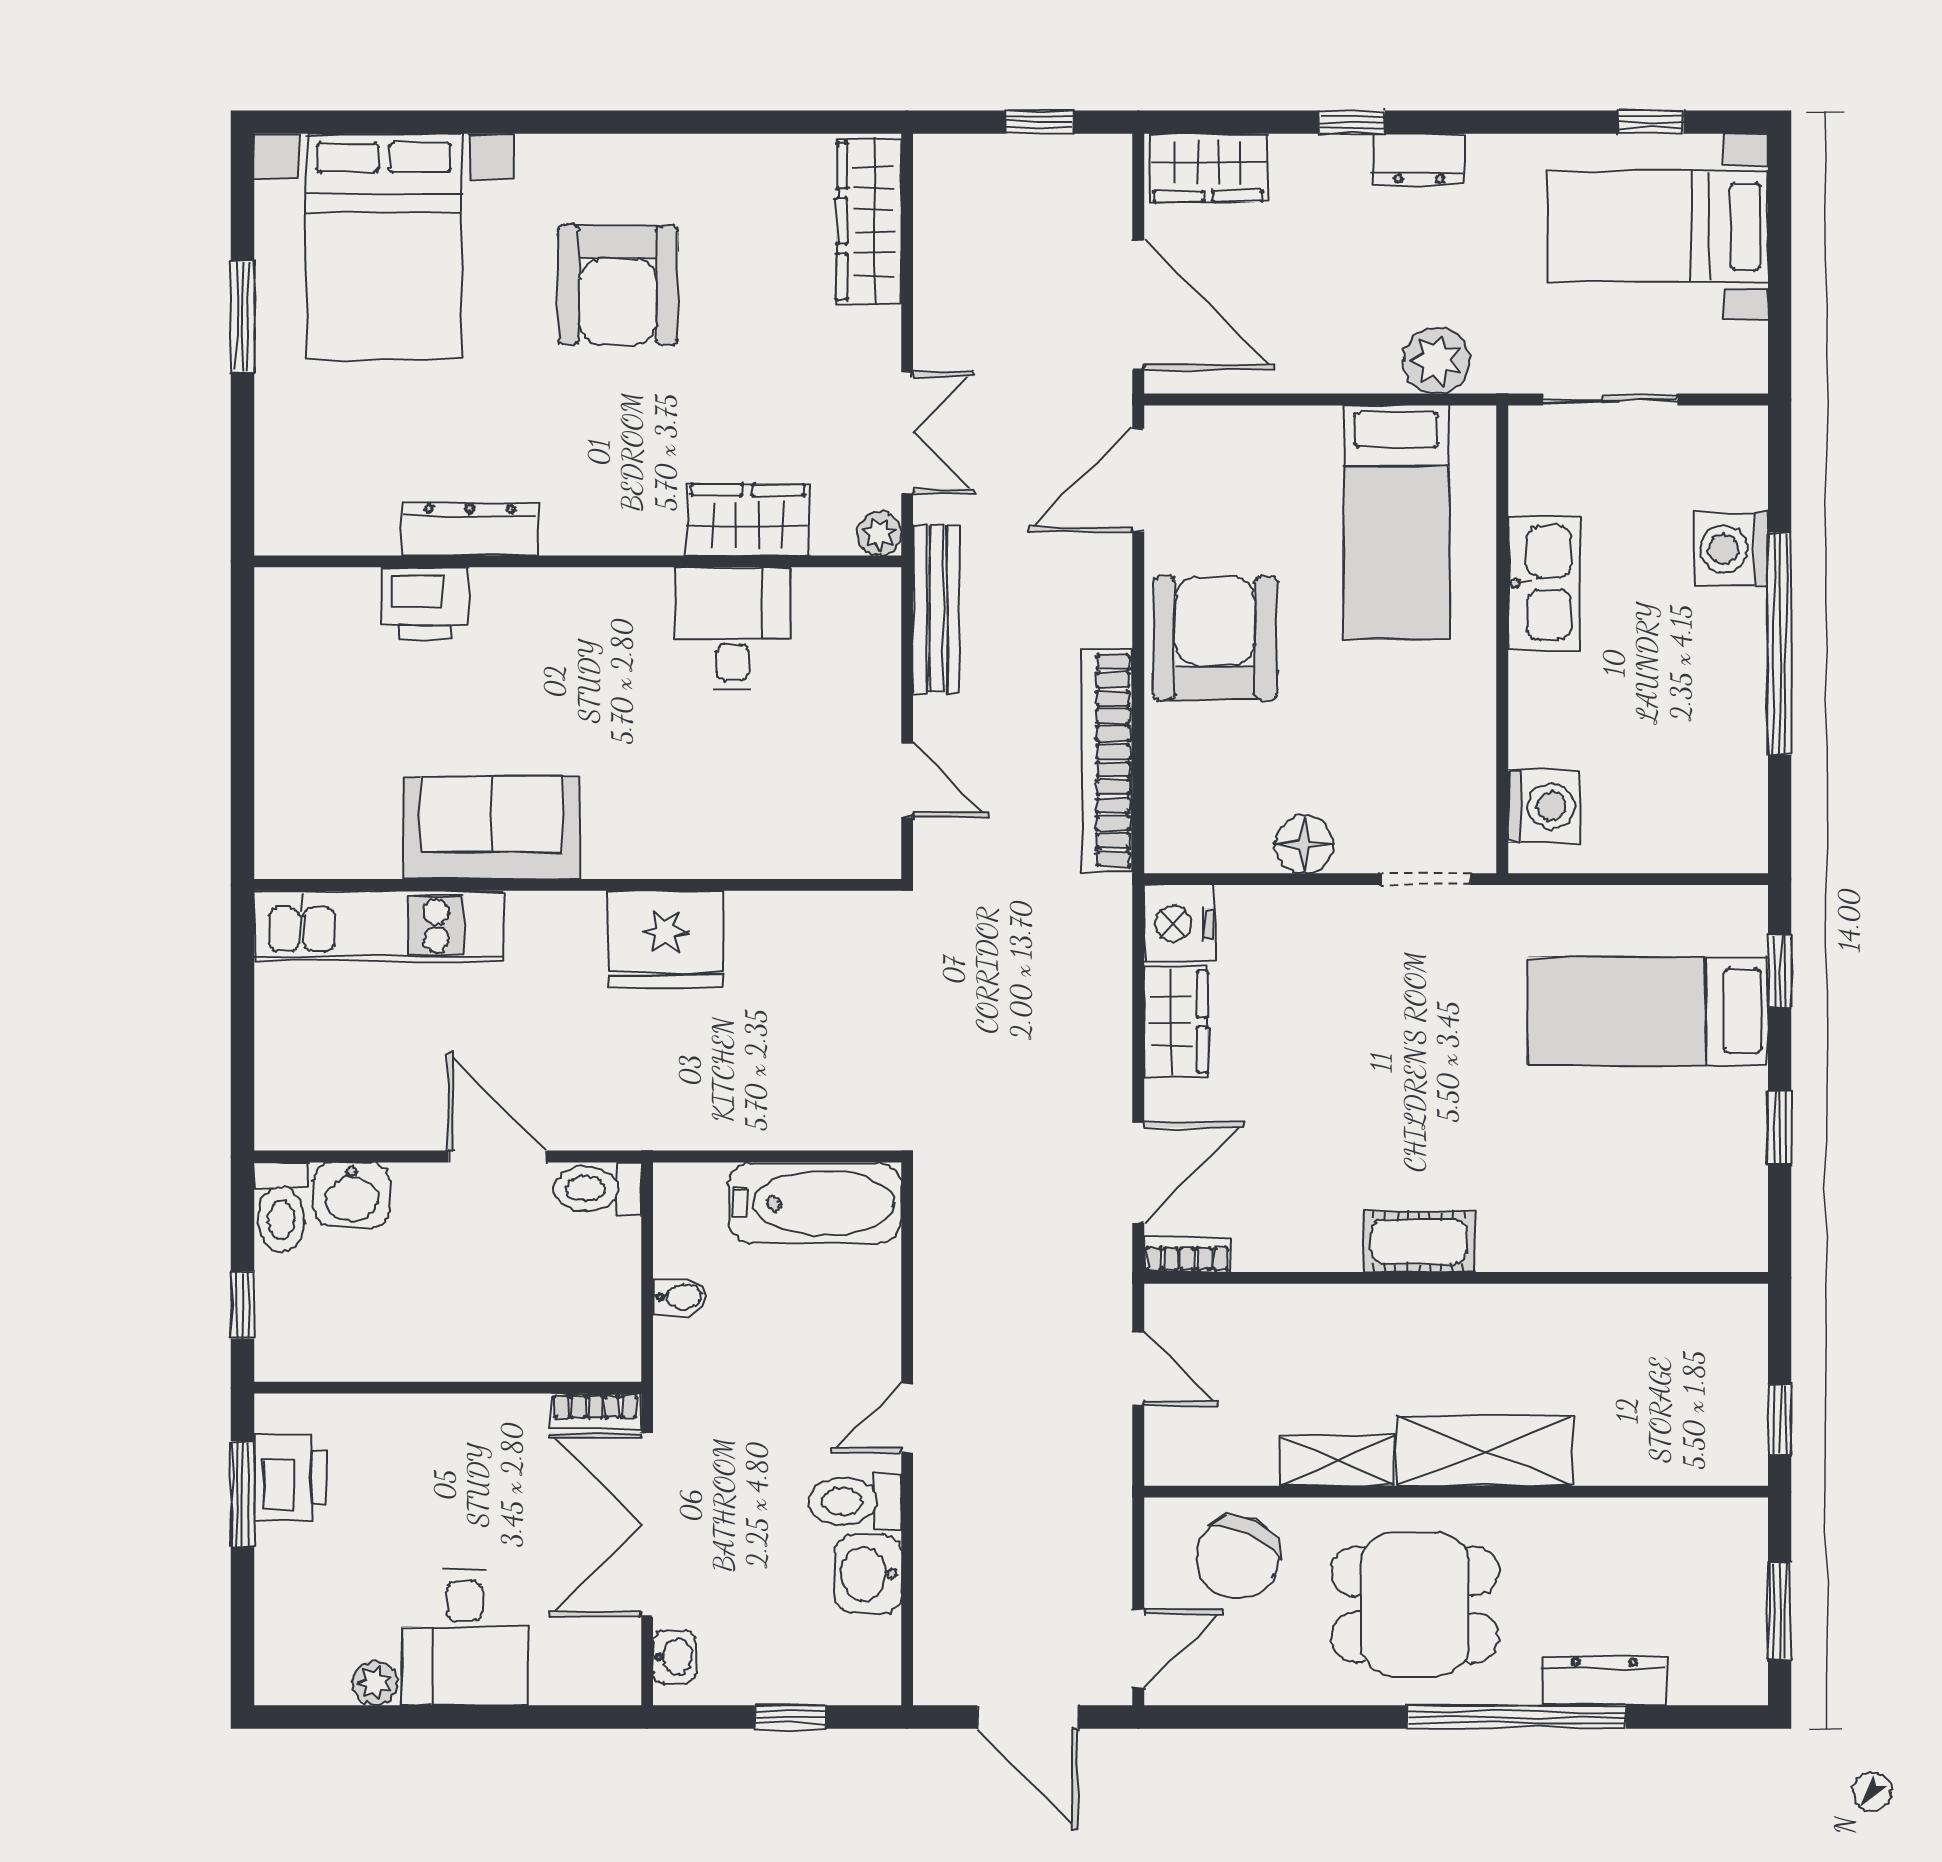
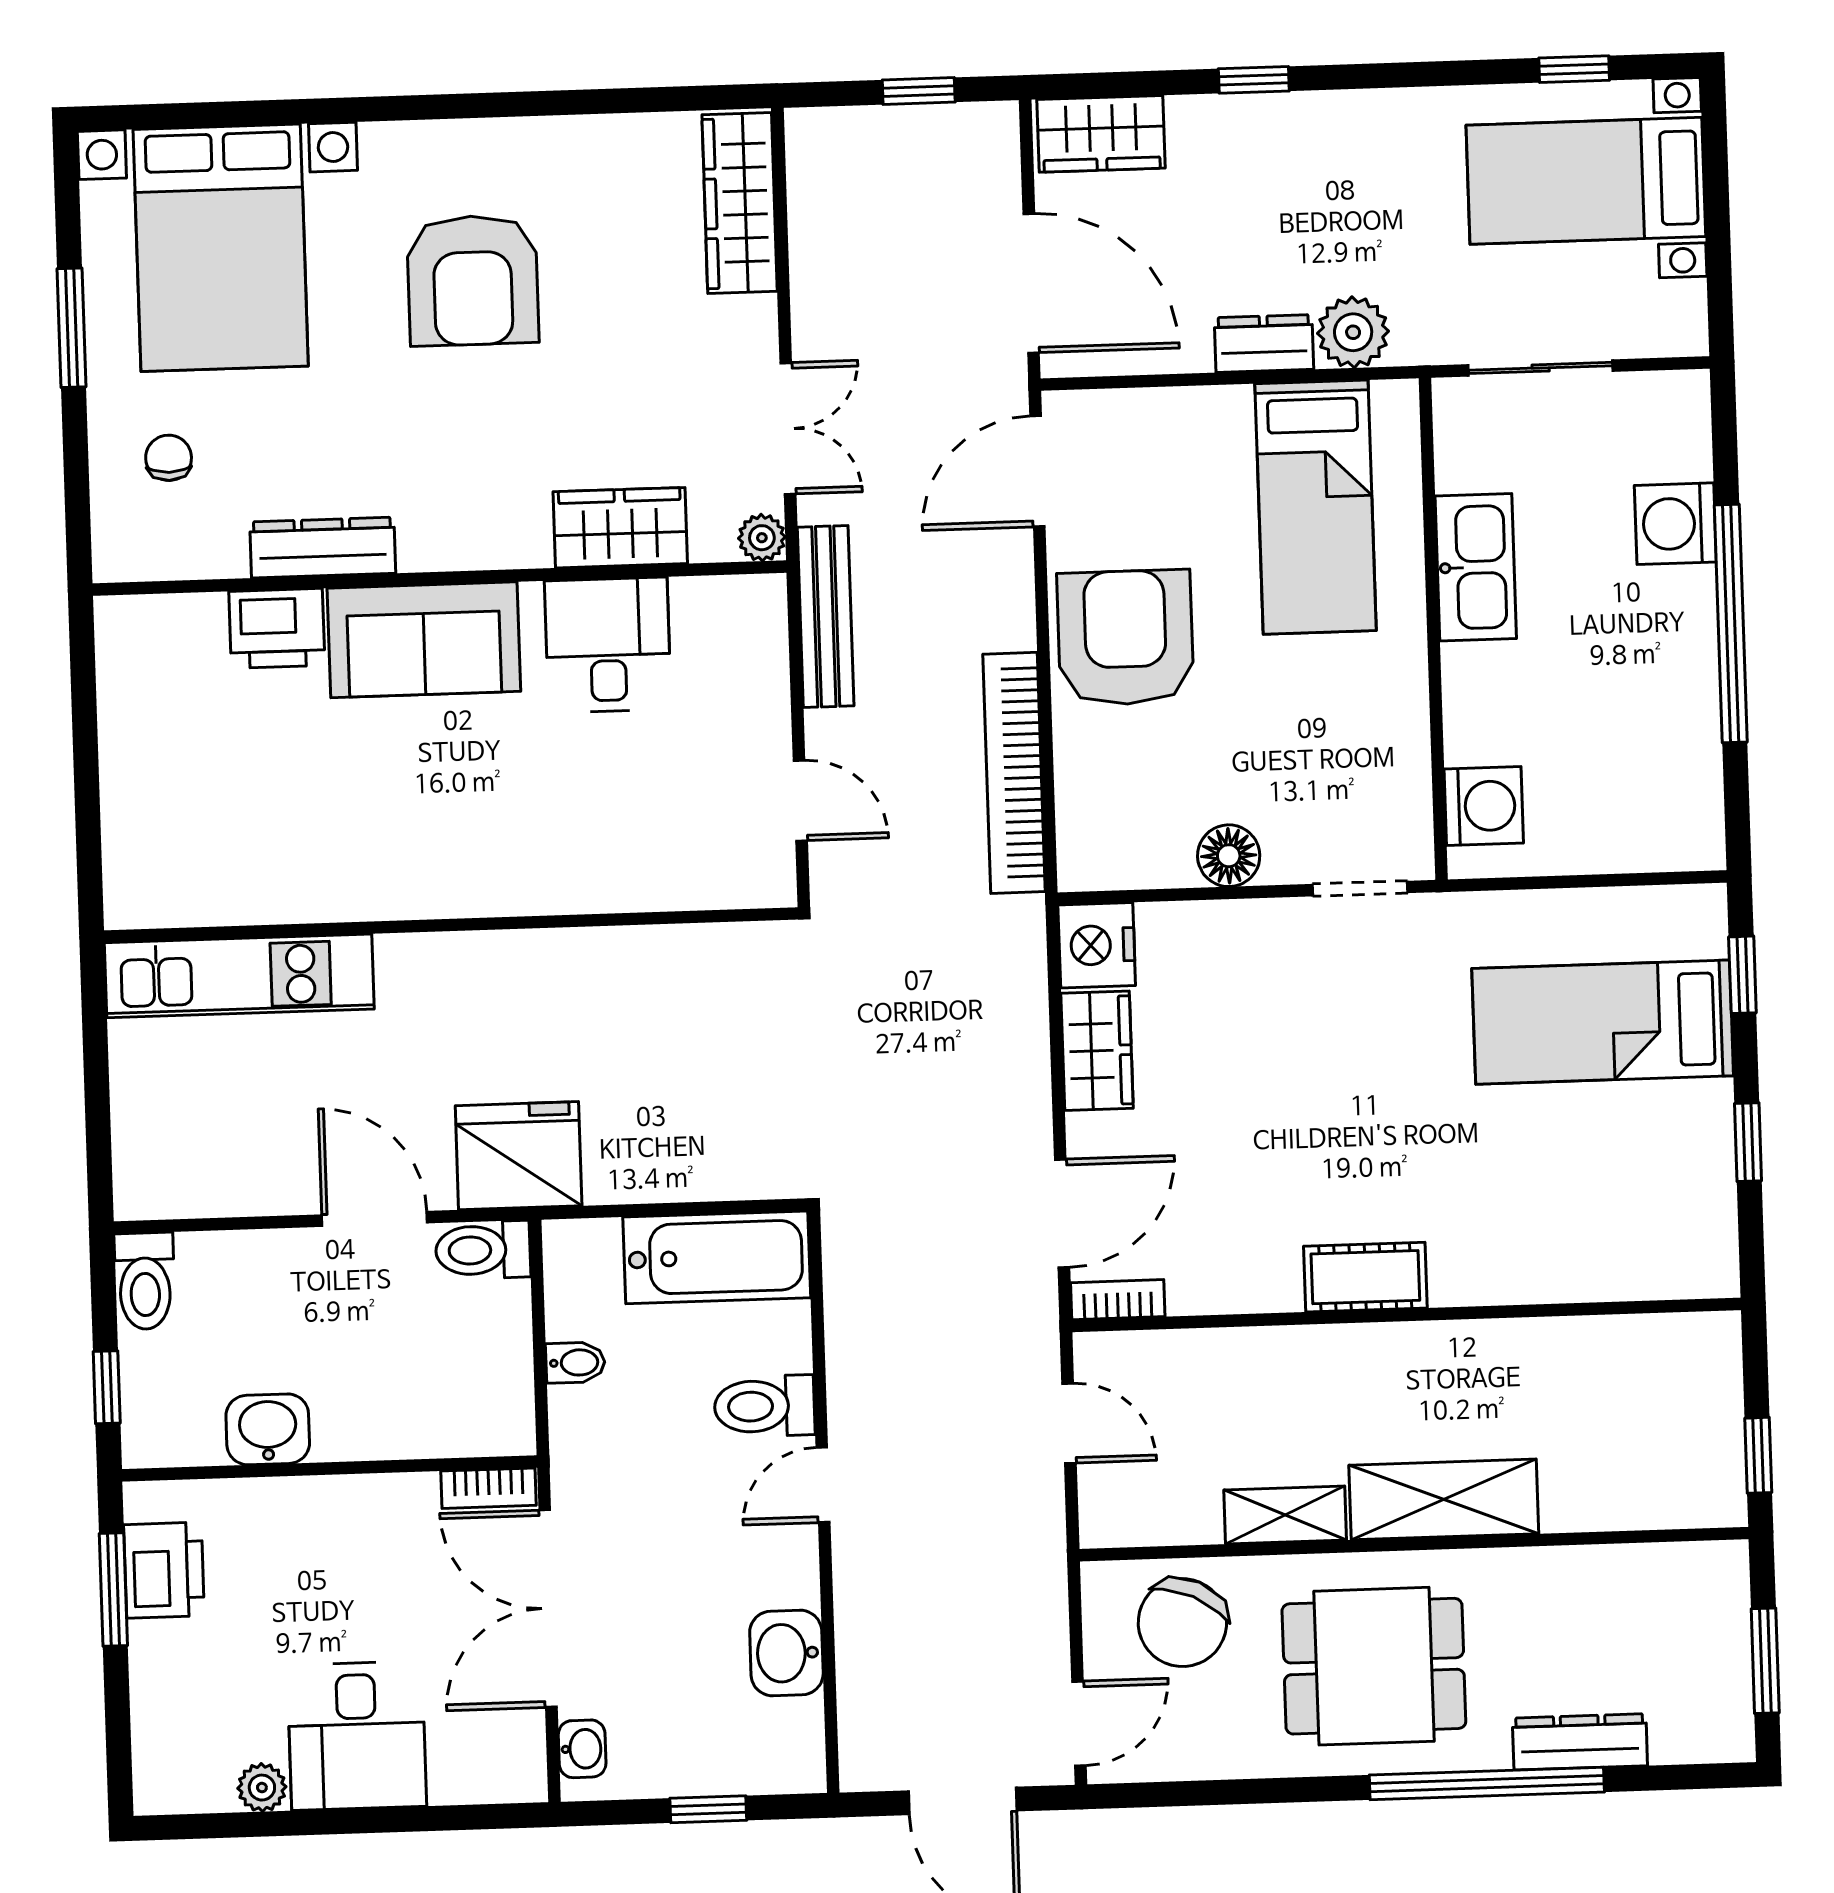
dresser: (1419, 159) -> (1264, 343), moved, turned 180
chair: (329, 441) -> (169, 458), added
sofa: (492, 828) -> (424, 640), moved, turned 180
fridge: (666, 939) -> (519, 1156), moved, turned 180
washbasin: (352, 1195) -> (268, 1429), moved, turned 180
toilet: (855, 1501) -> (764, 1406), moved

